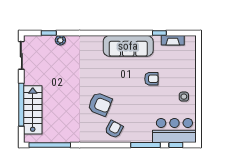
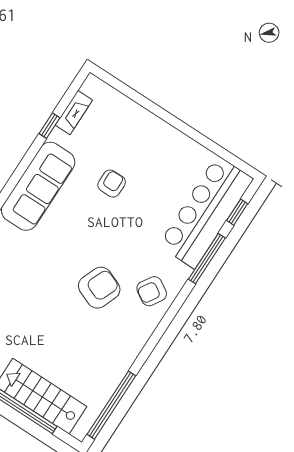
side table: (184, 97) -> (171, 152), removed
armchair: (114, 129) -> (152, 291), turned -86
bar counter: (174, 130) -> (206, 212), width x1.36

